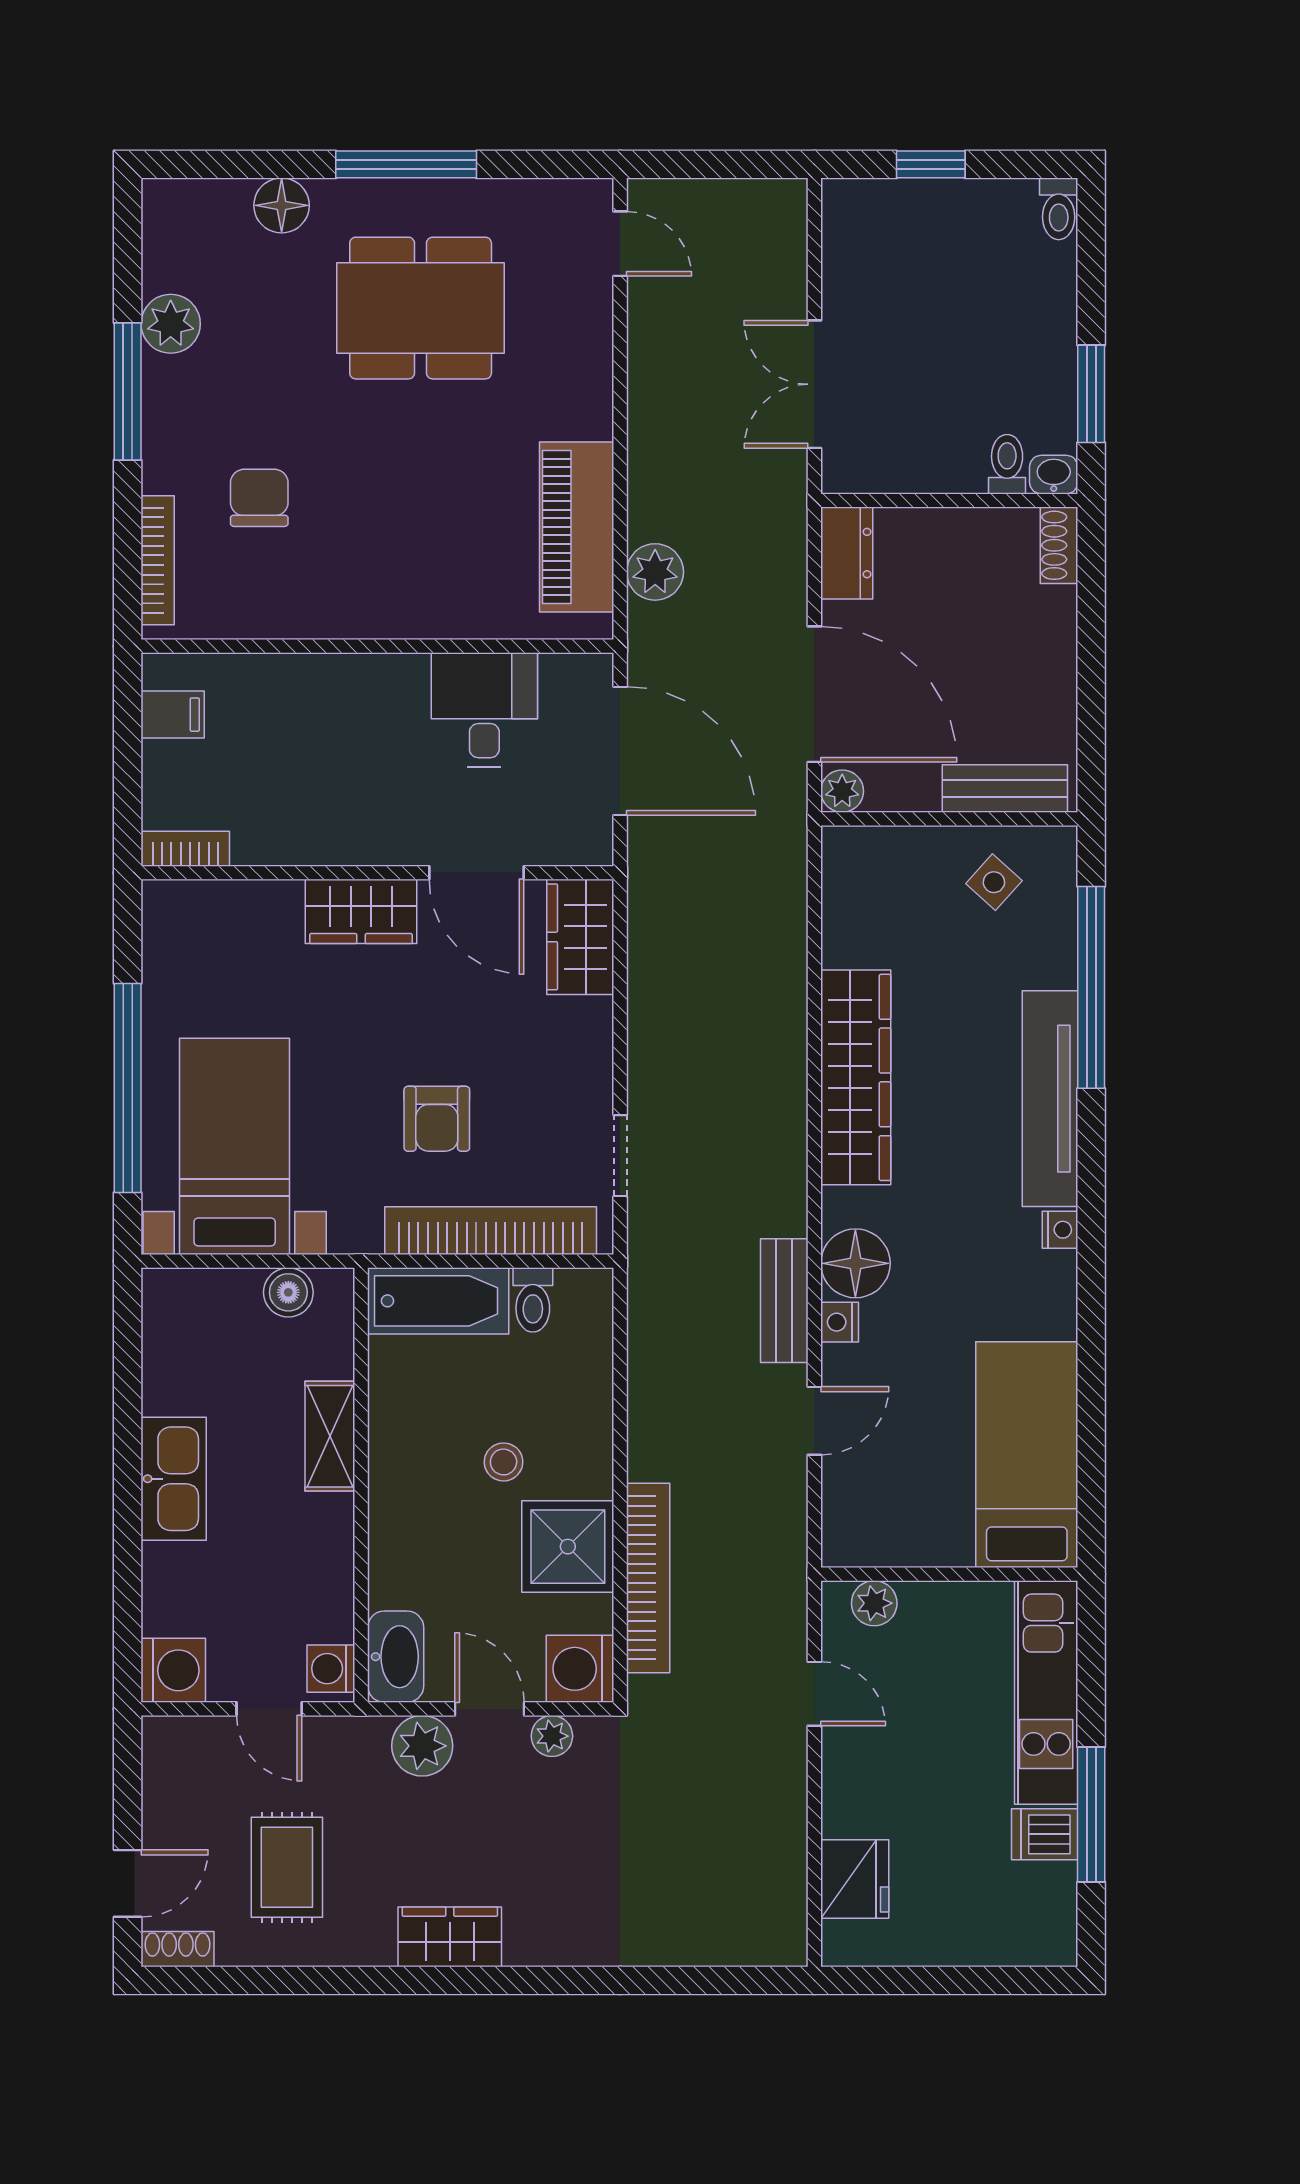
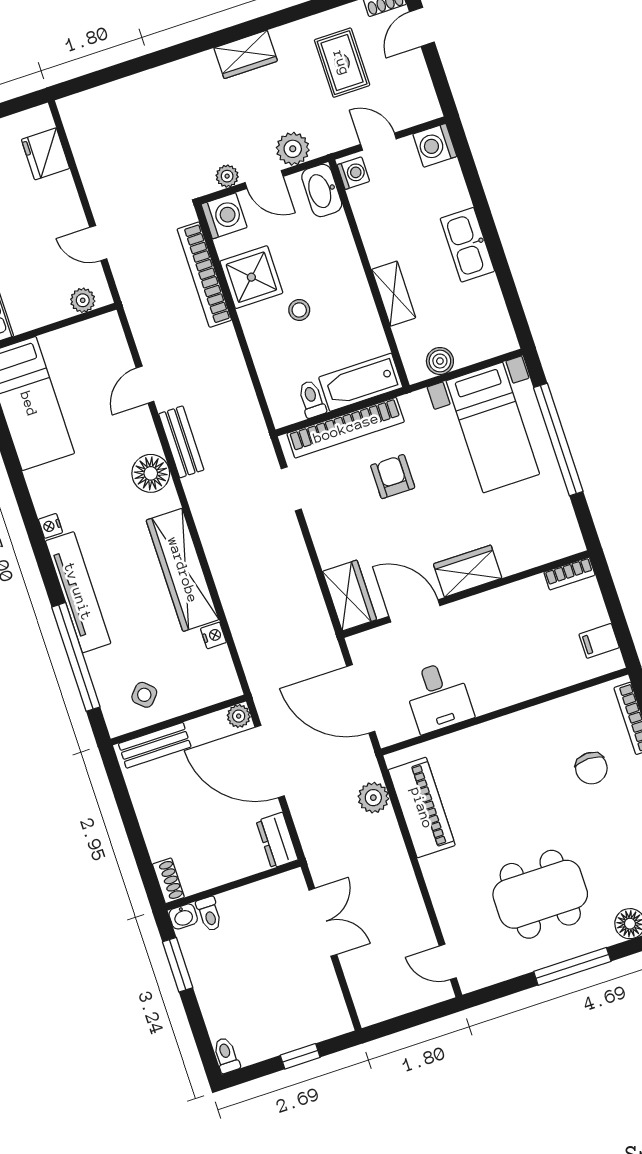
nightstand: (840, 1322) -> (213, 635), moved

